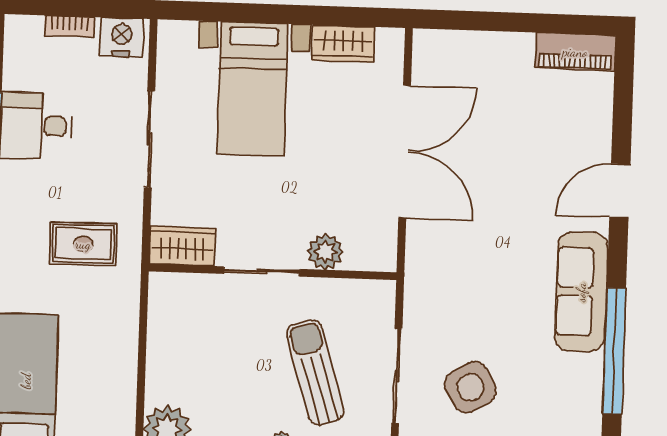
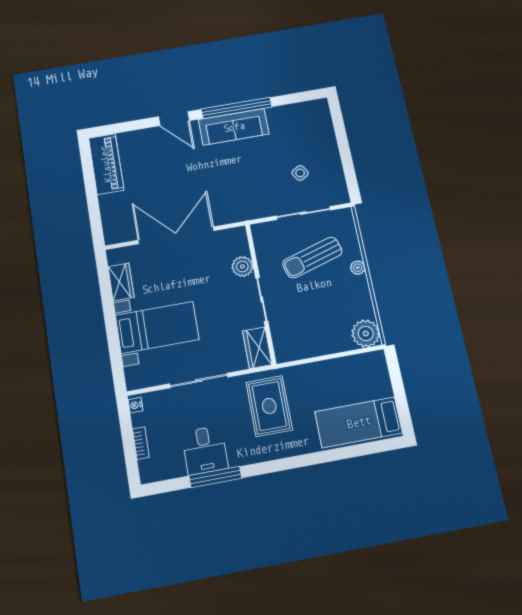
nightstand: (122, 37) -> (135, 405), width x0.53, depth x0.56
piano: (575, 52) -> (106, 164), width x1.37, depth x1.33
rug: (83, 244) -> (269, 406), width x1.36, depth x1.43
window: (614, 351) -> (236, 108), moved
side table: (470, 387) -> (300, 173), width x0.54, depth x0.54

